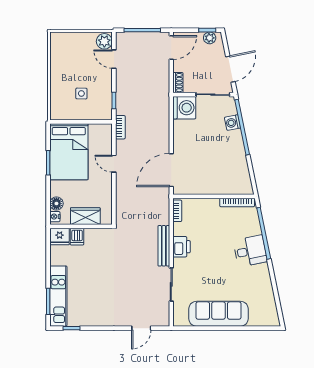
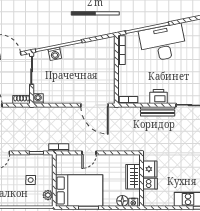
washing machine: (184, 108) -> (38, 99), width x0.53, depth x0.53
plant: (63, 114) -> (48, 195), added
fridge: (60, 236) -> (150, 169), moved
desk: (250, 251) -> (163, 43), width x1.87, depth x1.30

